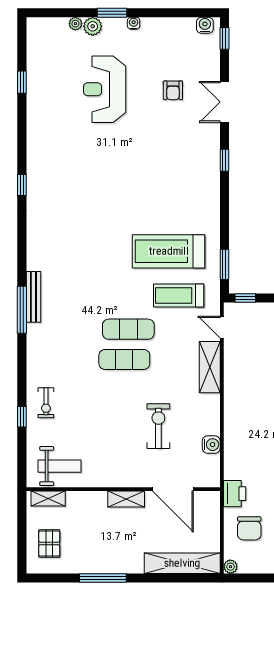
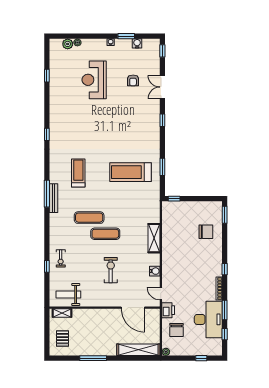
window: (112, 13) -> (126, 36), moved
water cooler: (205, 25) -> (137, 43), moved
plant: (93, 26) -> (68, 44), moved
window: (224, 264) -> (162, 167), moved
treadmill: (179, 296) -> (78, 173), moved, turned 90
window: (22, 310) -> (47, 194), moved
door: (222, 327) -> (161, 294), moved
exercise mat: (128, 329) -> (89, 218), moved
exercise bike: (158, 426) -> (111, 270), moved
water cooler: (211, 445) -> (155, 271), moved
weight bench: (60, 466) -> (68, 294), turned 180
shelving: (126, 499) -> (106, 313), removed

